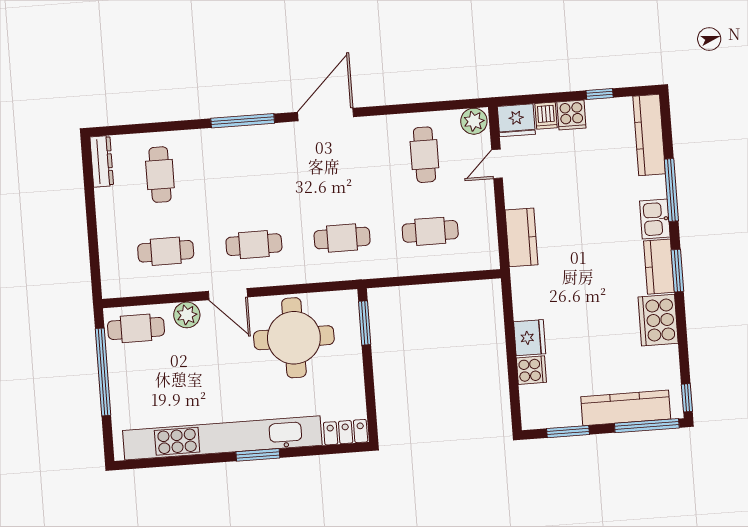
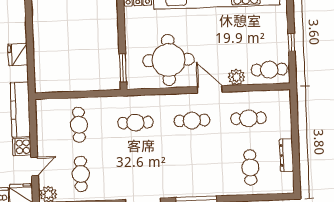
dresser: (102, 161) -> (286, 155), moved
cafe table: (430, 231) -> (79, 125), turned 90
kitchen counter: (522, 237) -> (20, 110), width x1.50
cooker: (531, 370) -> (22, 147), moved
window: (103, 372) -> (291, 43), width x0.32

